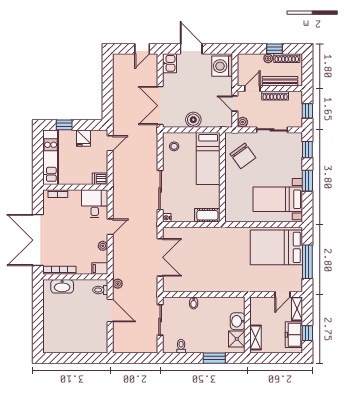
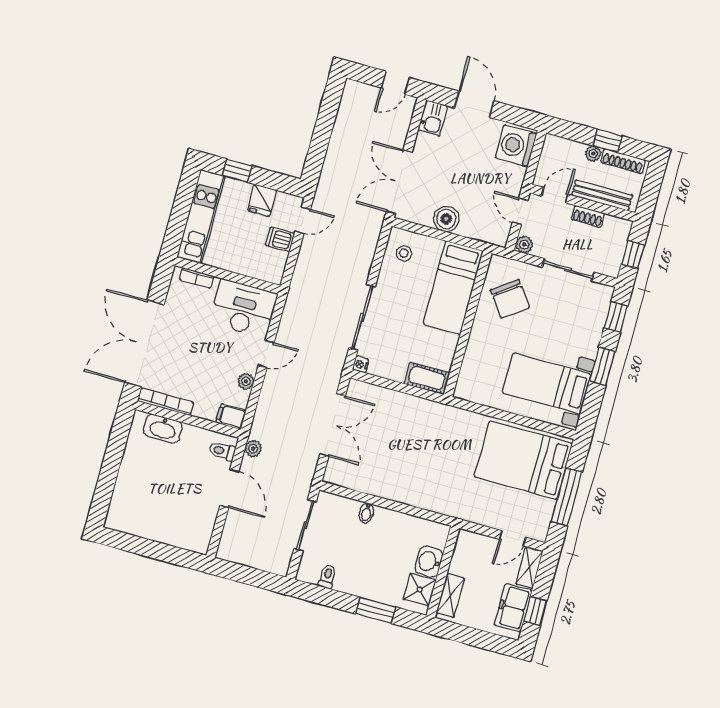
shoe rack: (275, 96) -> (588, 216), width x0.70
dishwasher: (100, 179) -> (280, 239), moved
desk: (95, 204) -> (243, 308), width x1.37

